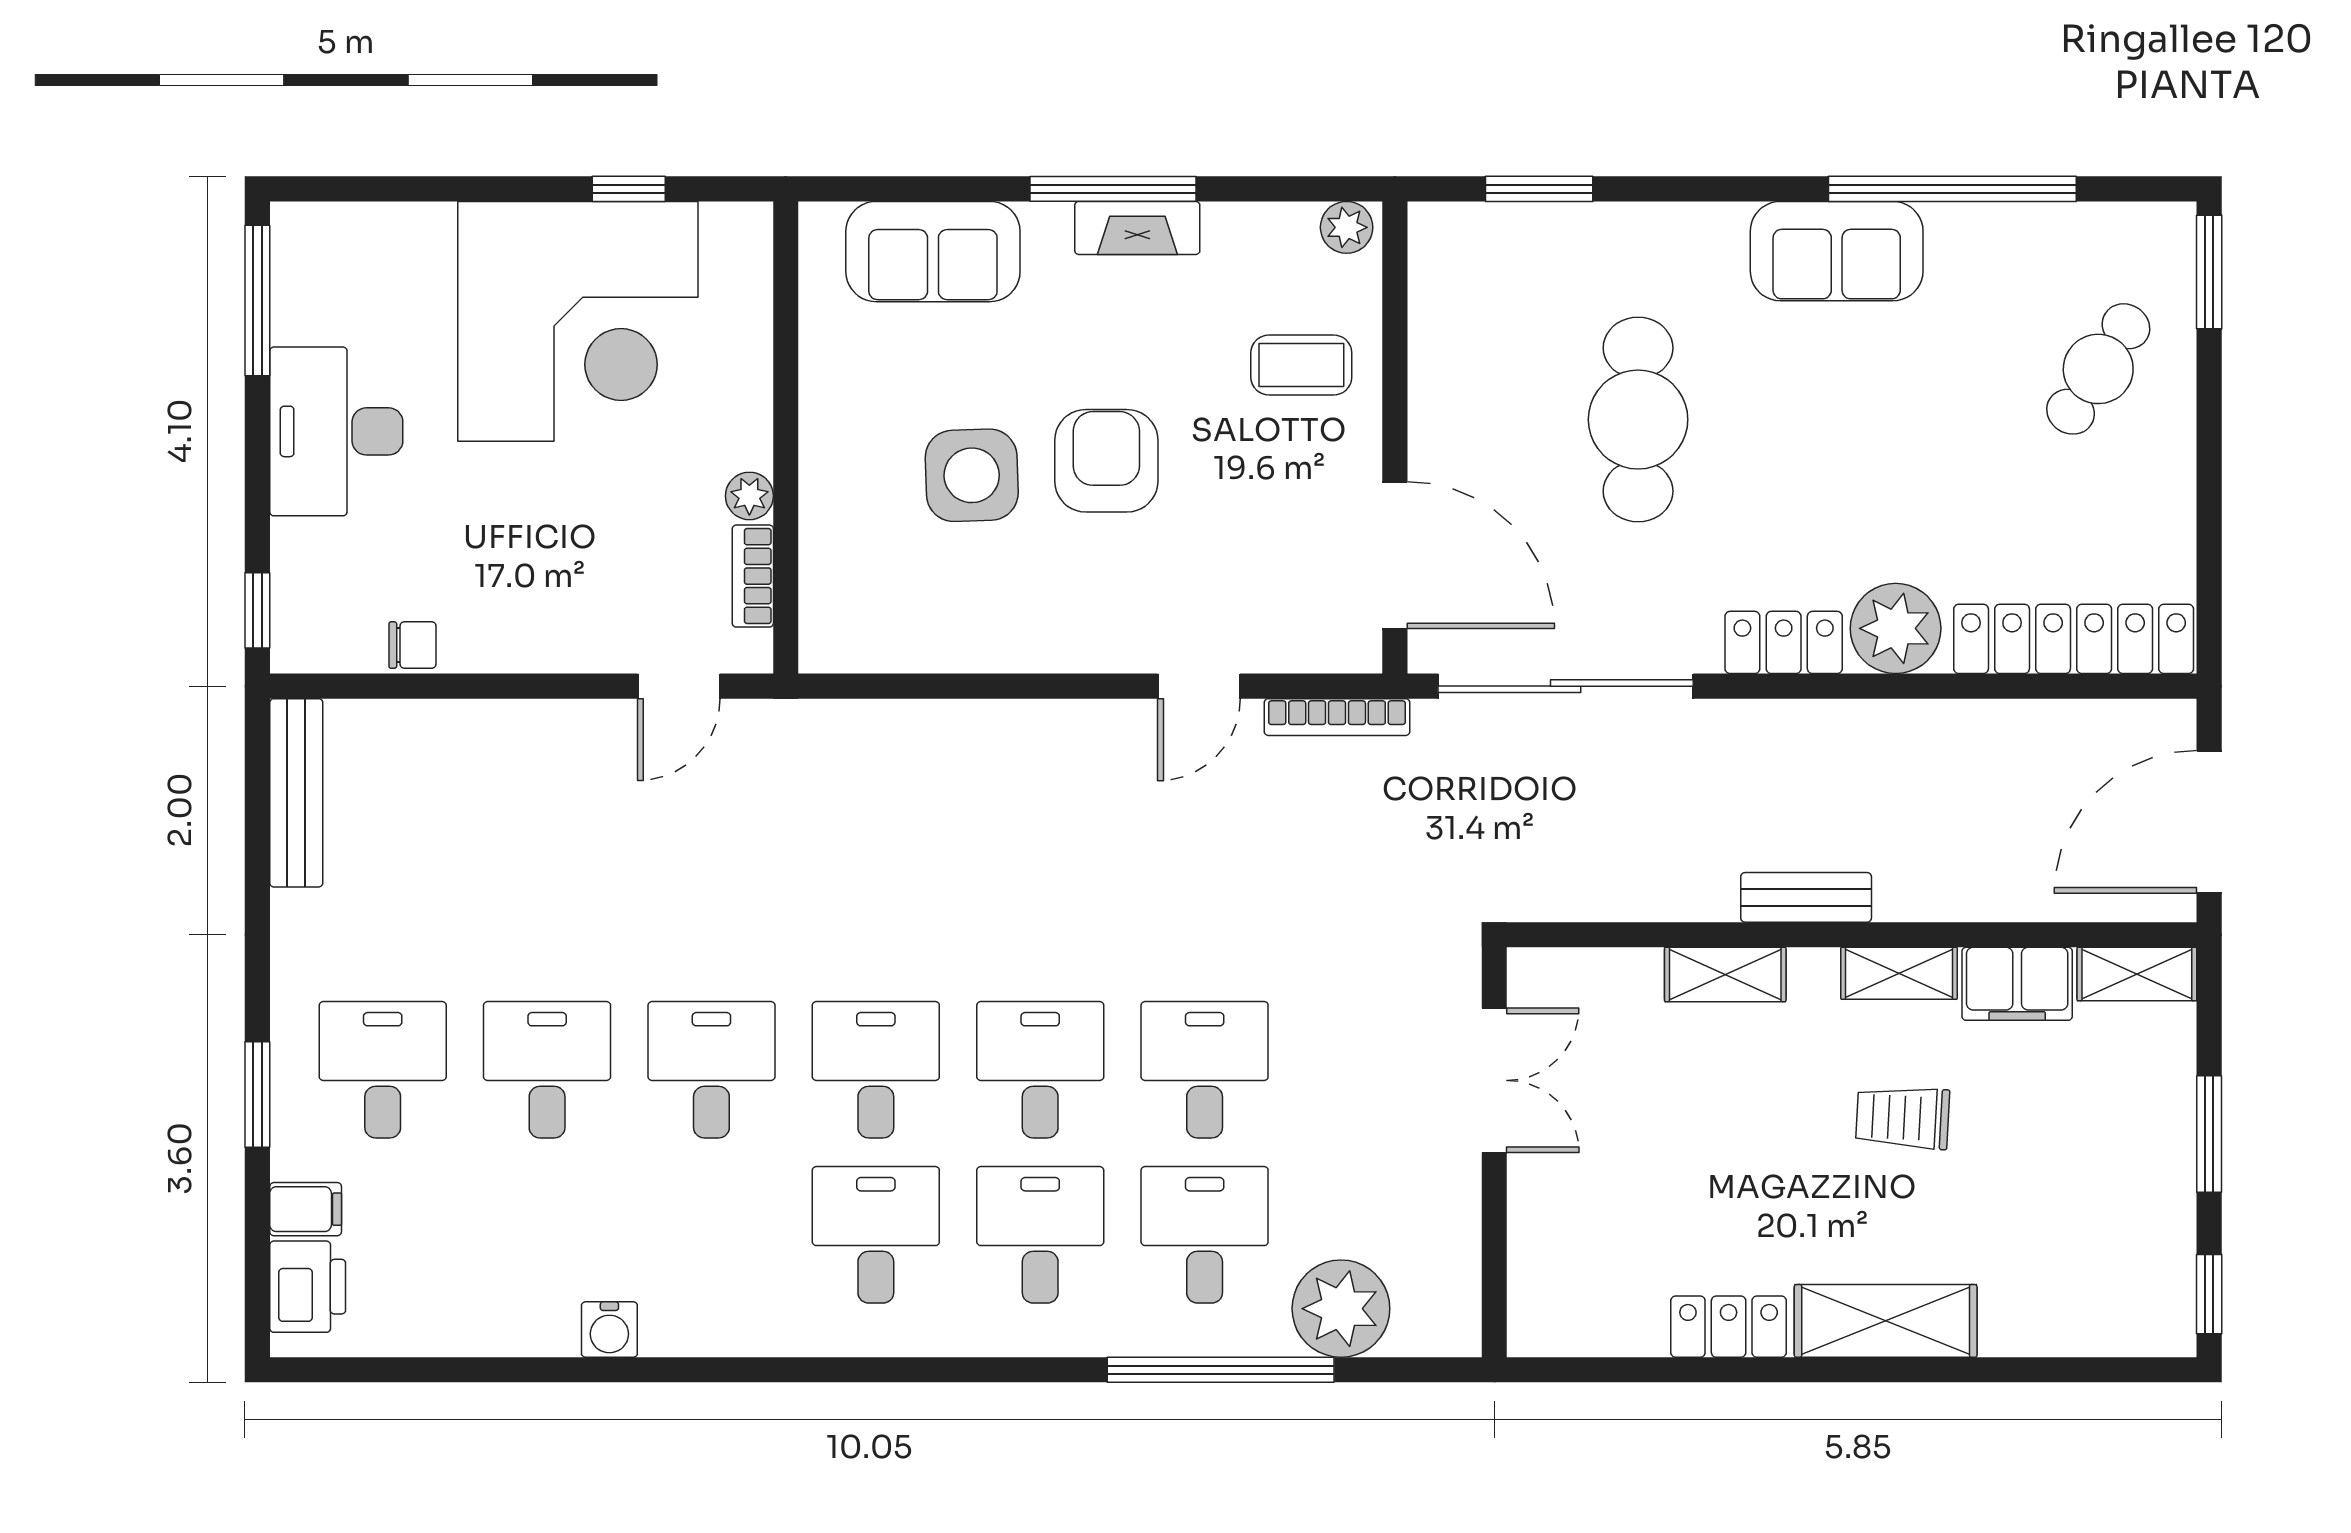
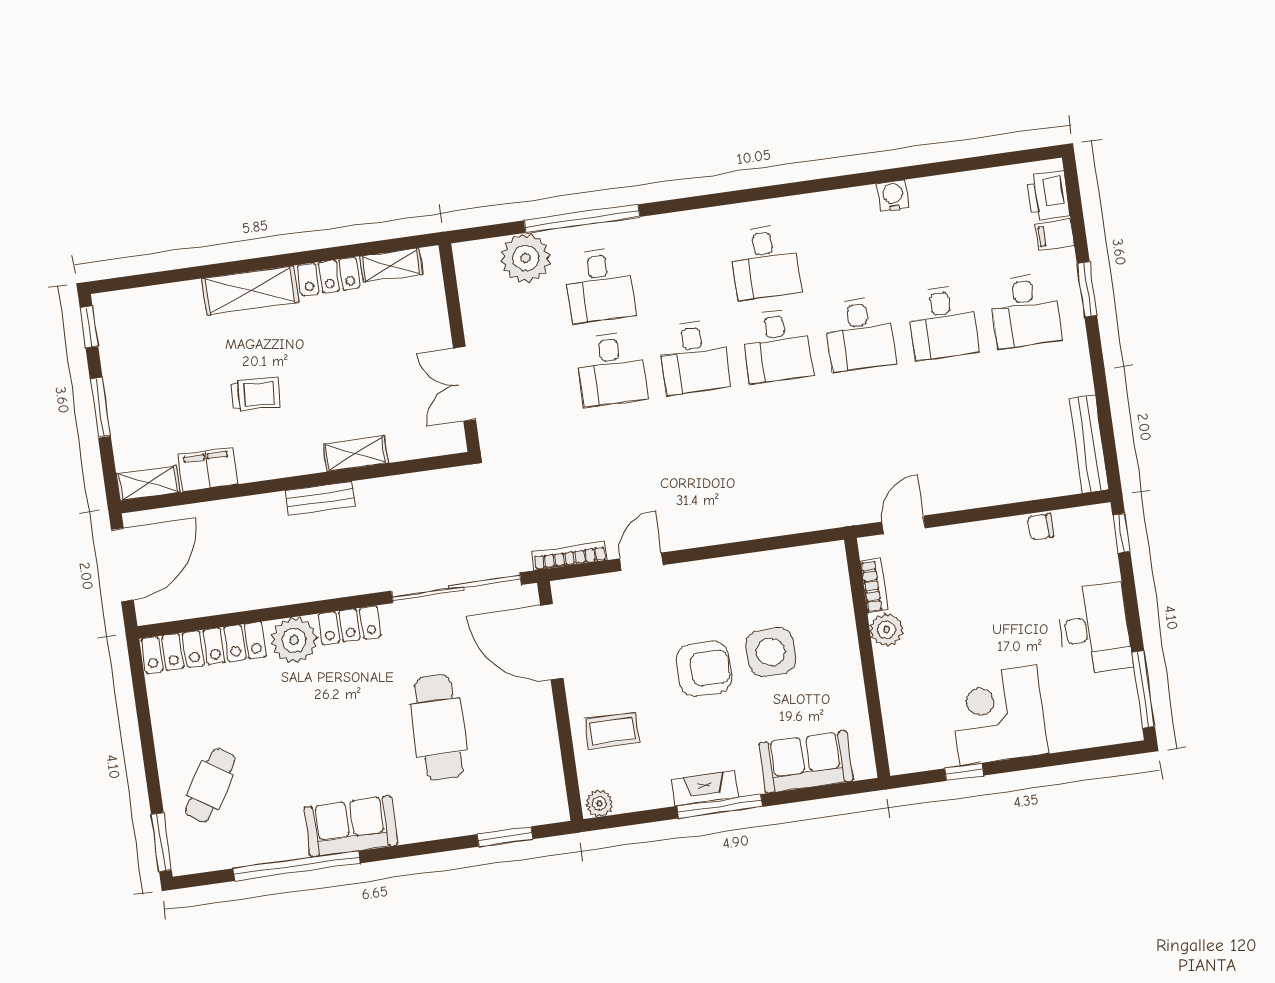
corner desk: (578, 321) -> (999, 715), width x0.74, depth x0.74
armchair: (1106, 461) -> (704, 669), turned -90
plant: (749, 496) -> (887, 630), width x1.38, depth x1.38
shelving: (1899, 973) -> (391, 265), moved
desk: (1040, 1235) -> (682, 274), removed

